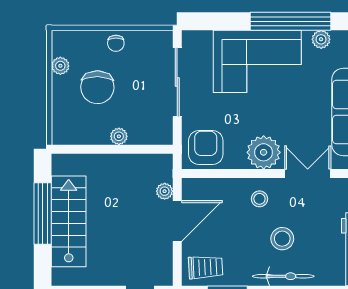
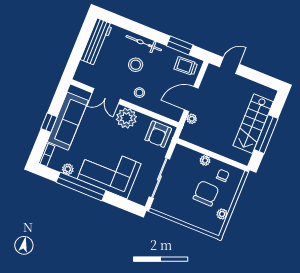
chair: (116, 43) -> (223, 175), moved

